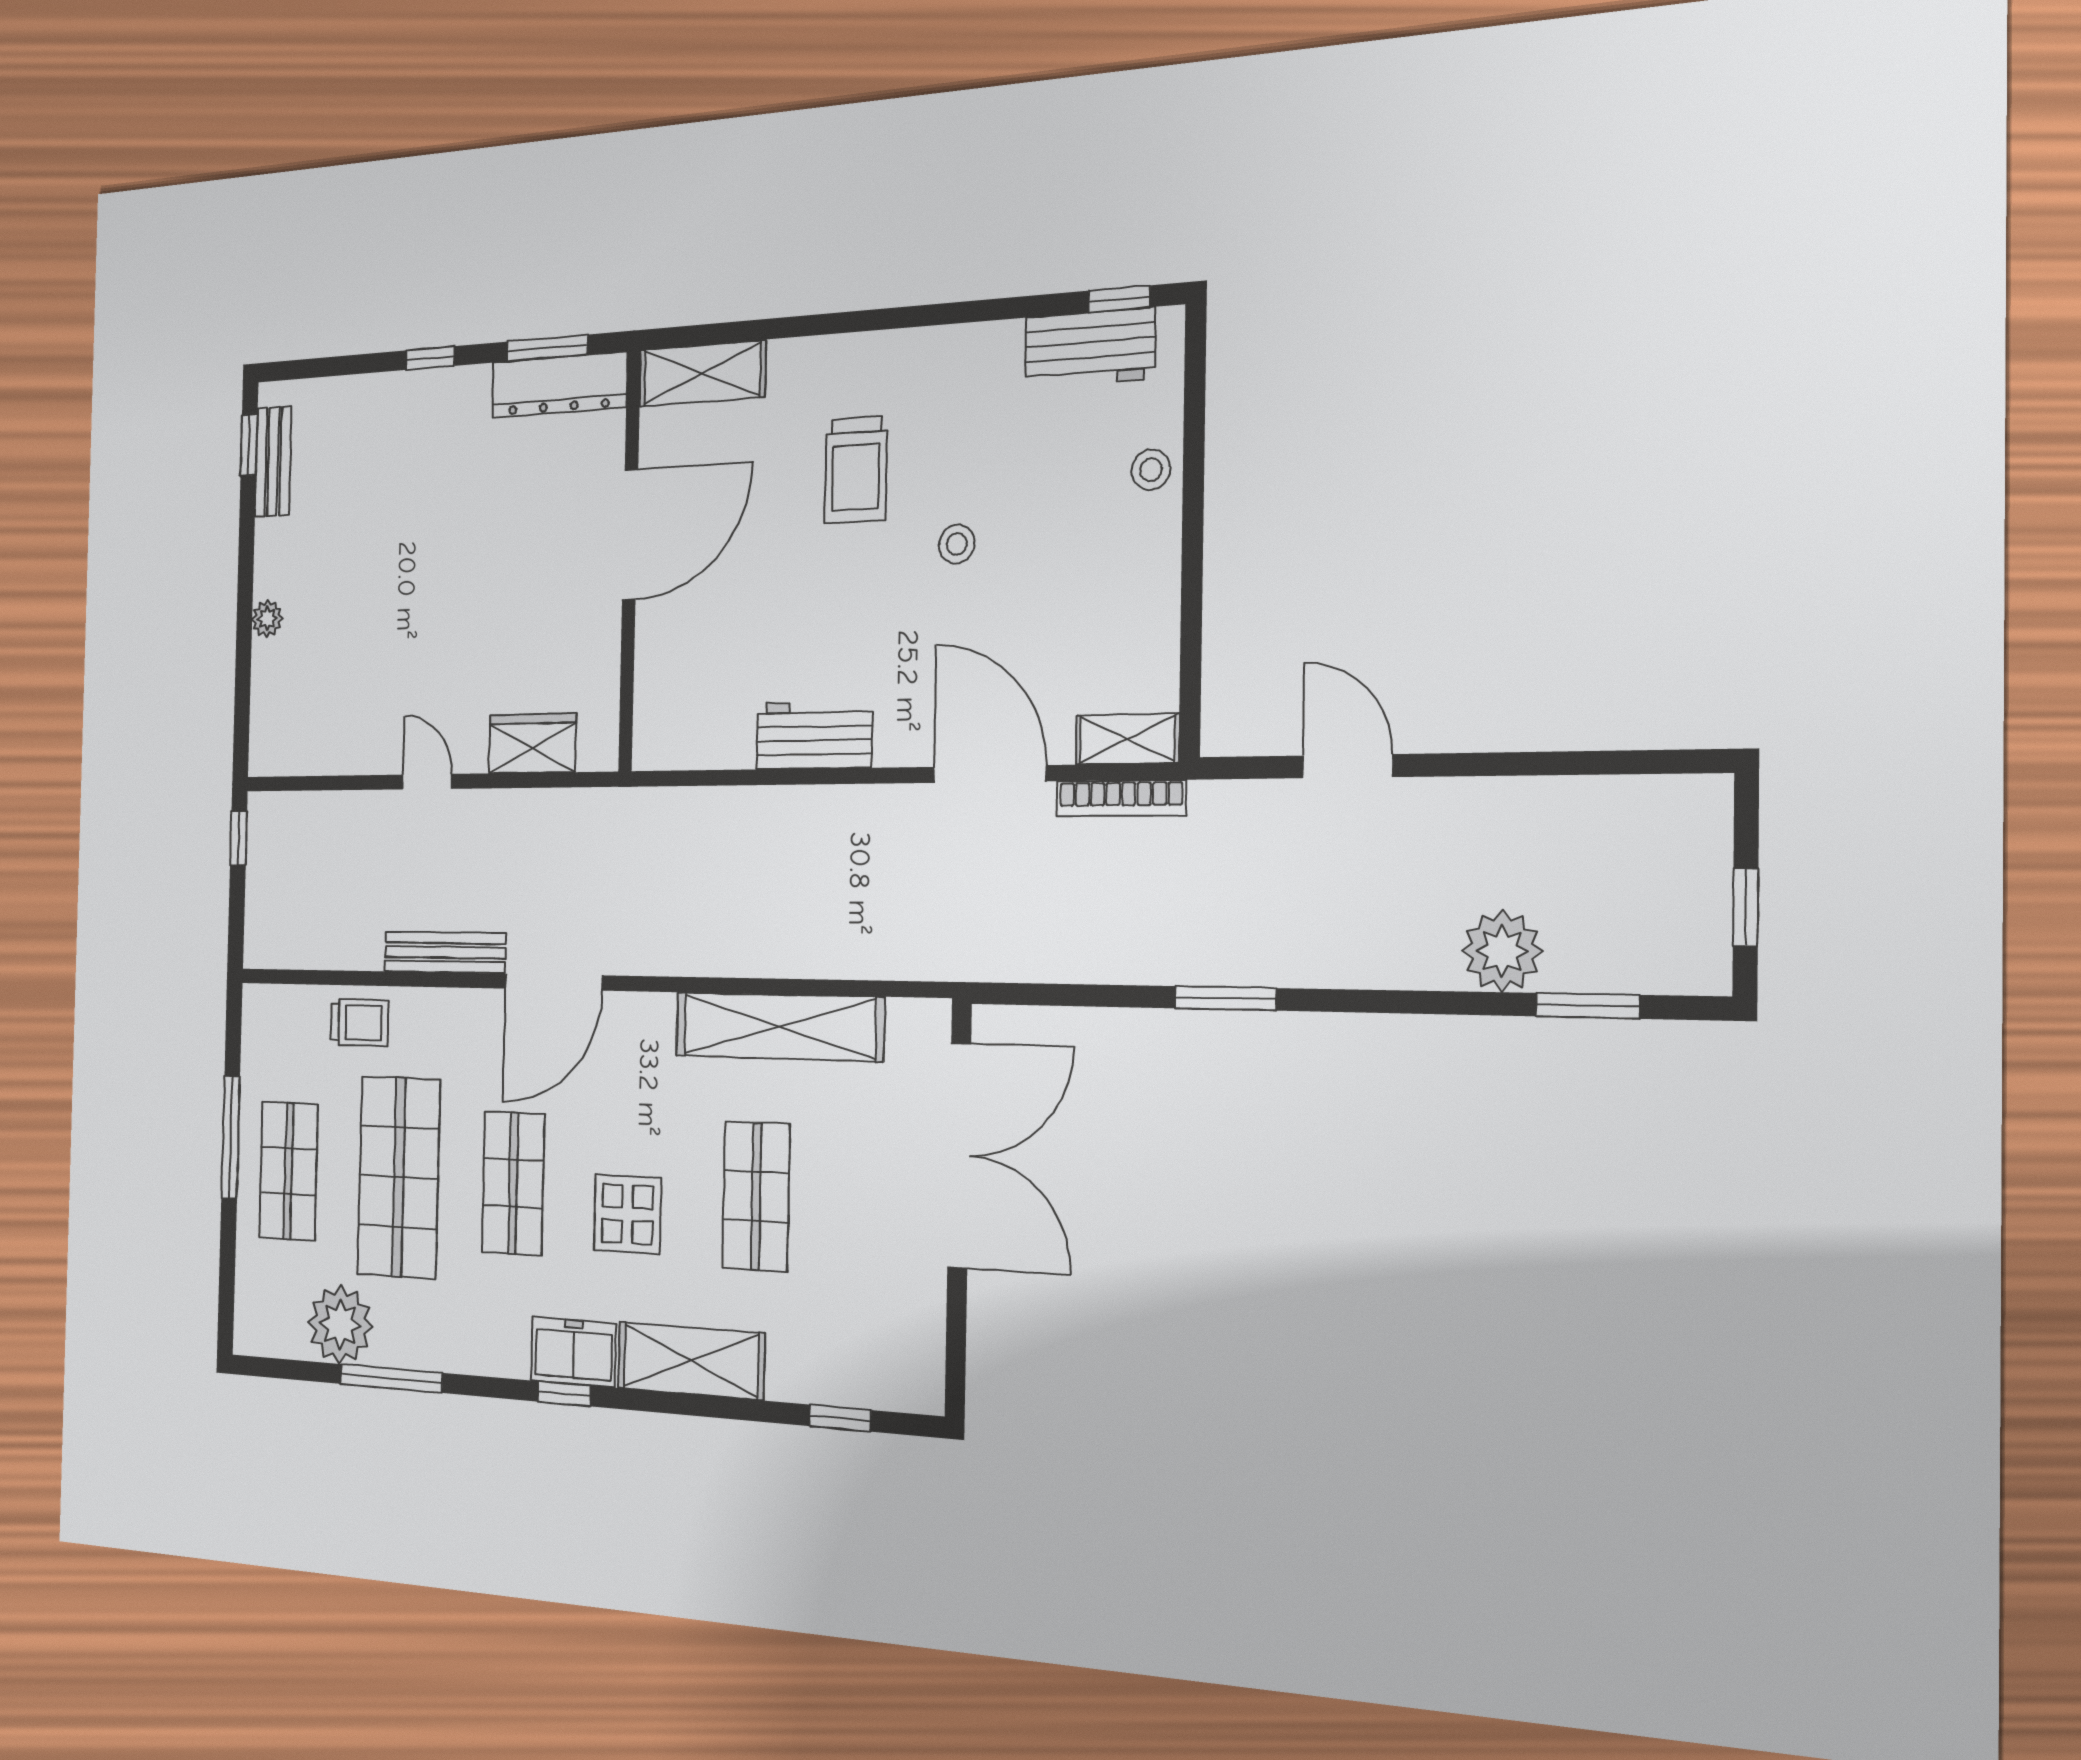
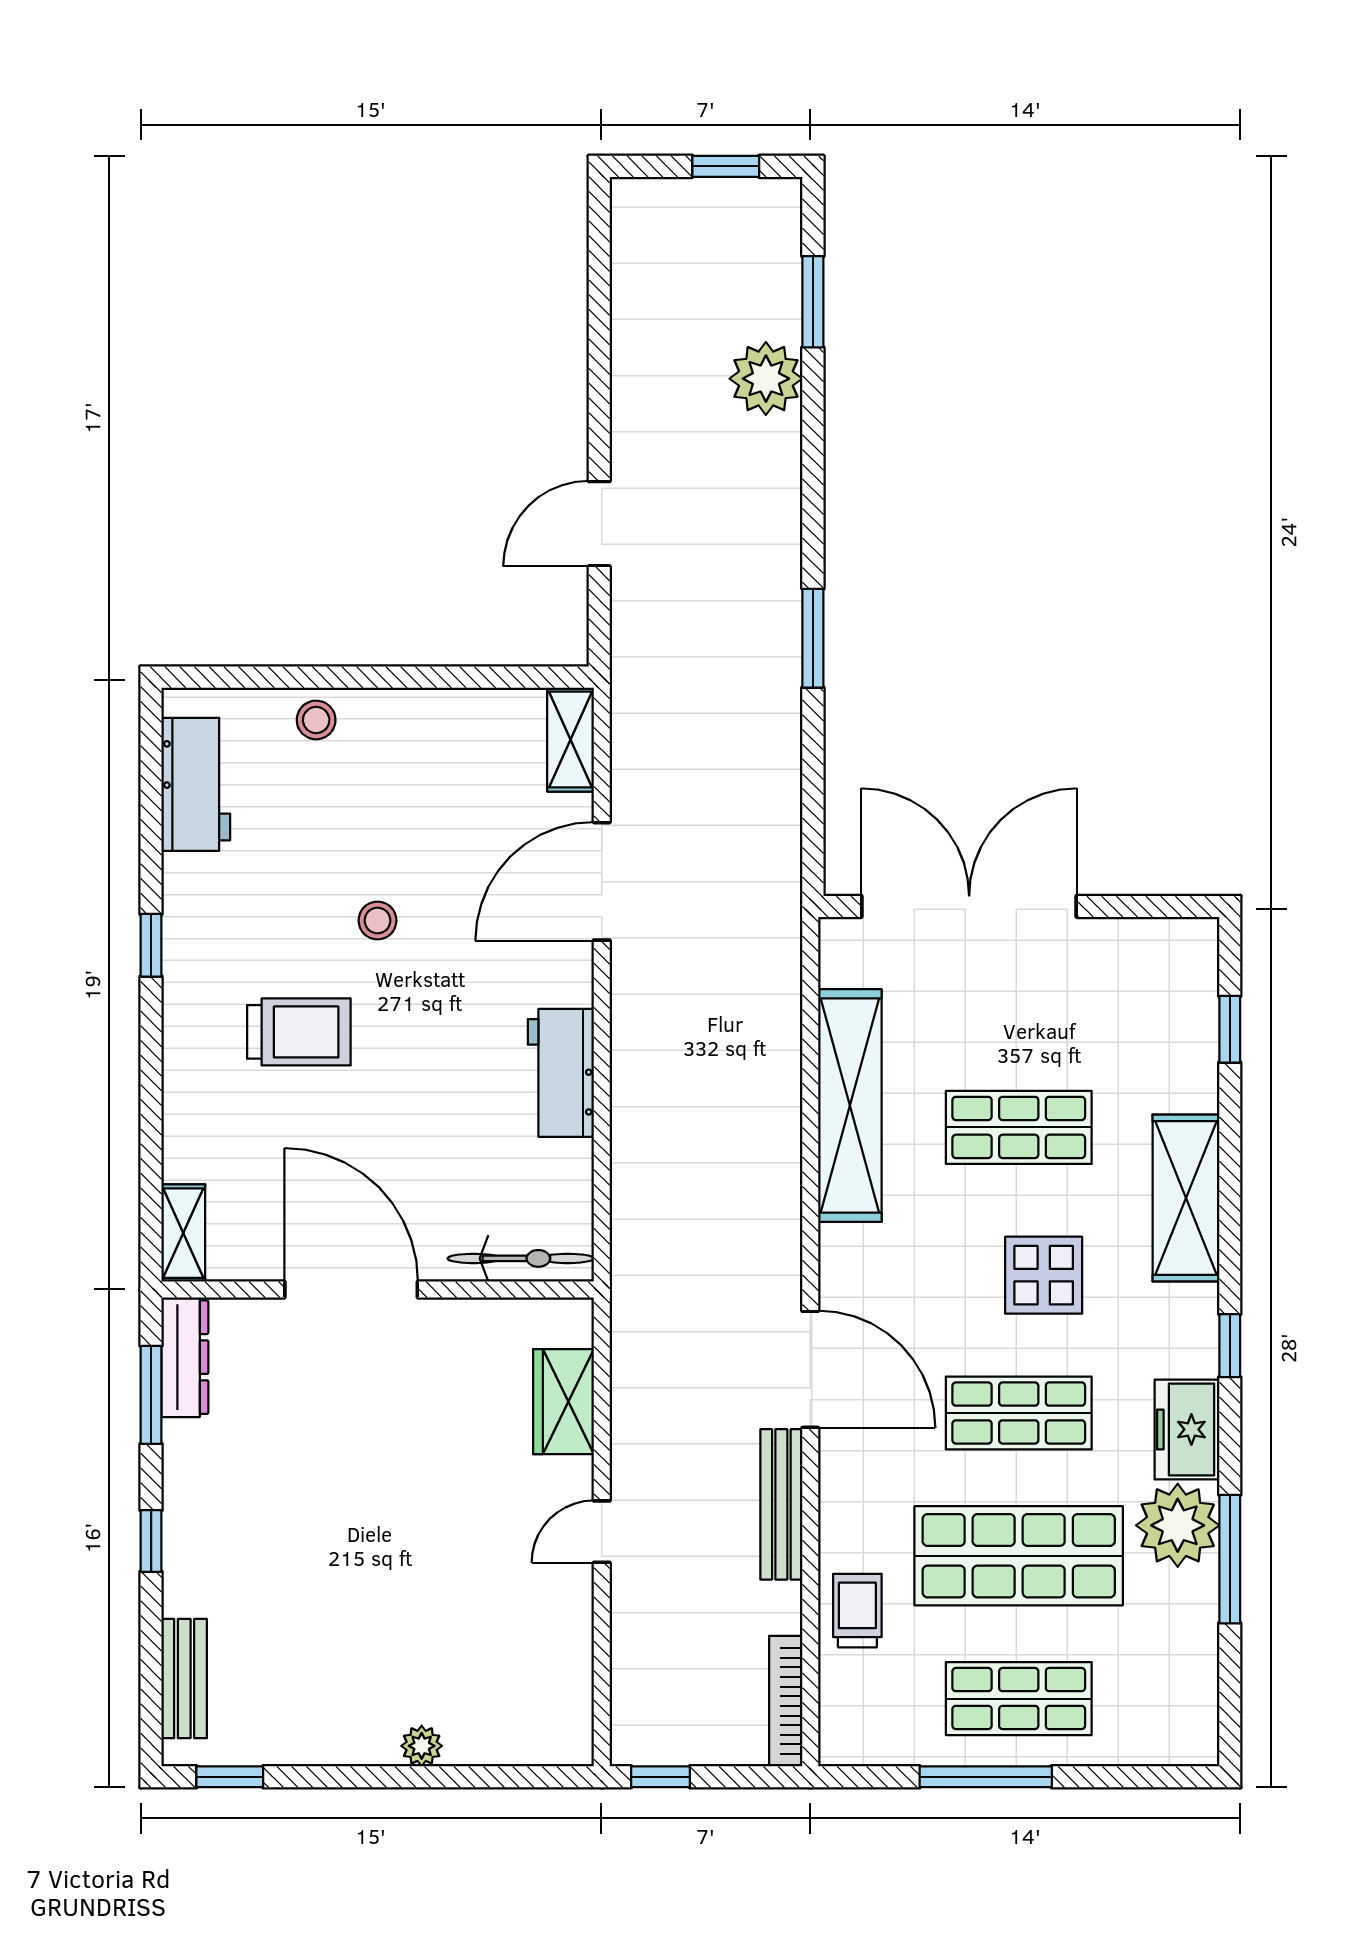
window: (1119, 299) -> (151, 945), moved
shelving: (702, 373) -> (183, 1233), width x0.67, depth x0.75
dresser: (559, 385) -> (185, 1357), width x0.73, depth x0.80
bench: (273, 462) -> (184, 1679), moved, turned 90
bicycle: (653, 699) -> (521, 1258), added
bookcase: (1121, 798) -> (786, 1701), moved, turned 180
plant: (340, 1324) -> (1178, 1525), moved
freezer: (573, 1352) -> (1187, 1429), moved

